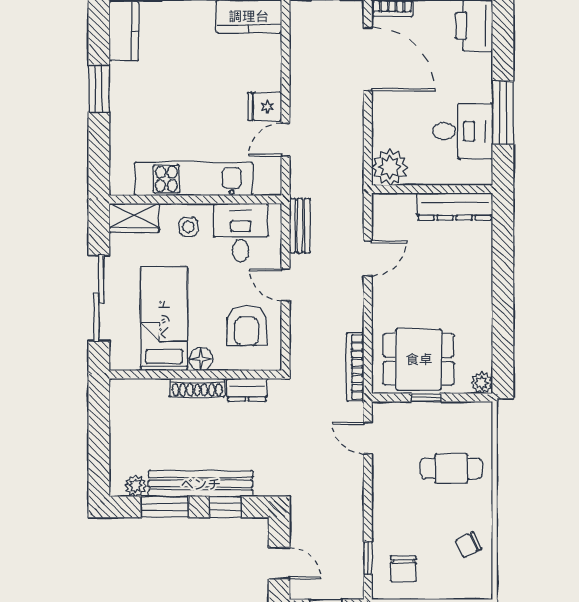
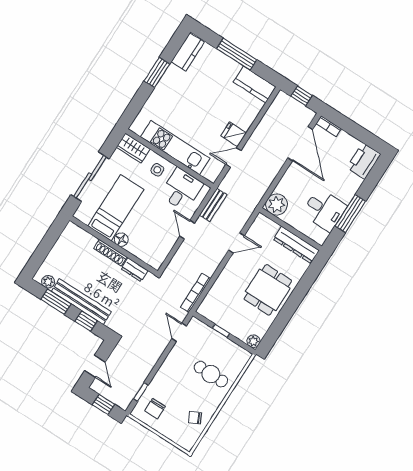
armchair: (247, 326) -> (155, 238), removed
dining table: (419, 359) -> (268, 290), moved, turned 90

